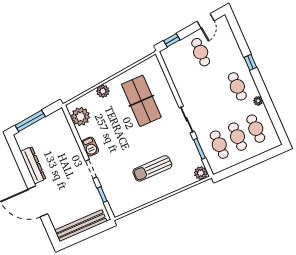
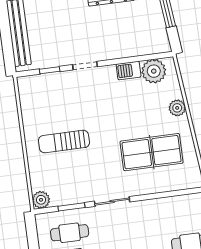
barbecue: (90, 147) -> (129, 70), moved
sun lounger: (152, 168) -> (64, 142), turned -90

